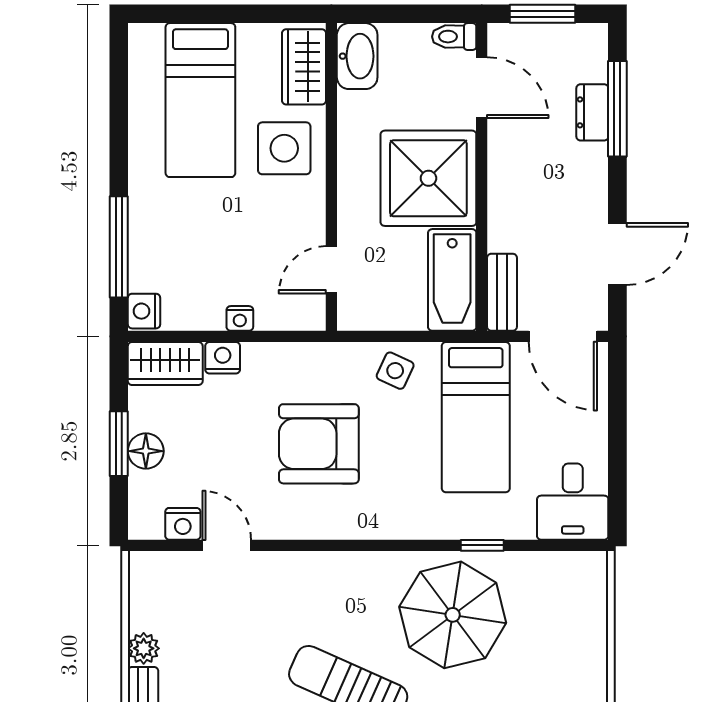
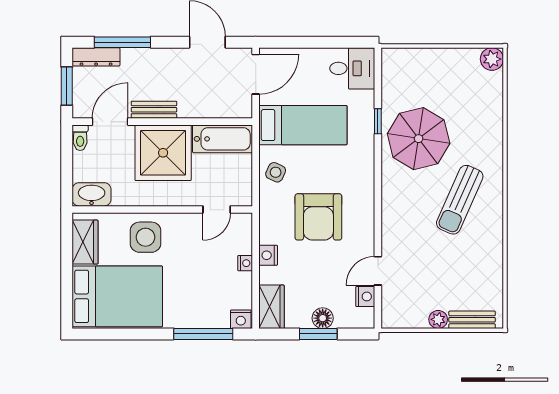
wardrobe: (304, 67) -> (85, 242), moved, turned -90
bed: (200, 100) -> (117, 296), width x1.50
dresser: (592, 112) -> (96, 57), moved, width x1.44
door: (331, 270) -> (217, 210), hinge flipped
bench: (502, 292) -> (154, 110), moved
nightstand: (223, 358) -> (268, 255), moved

